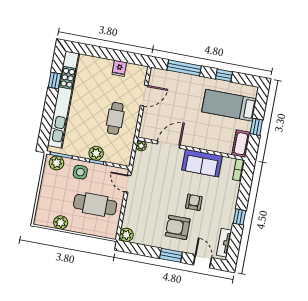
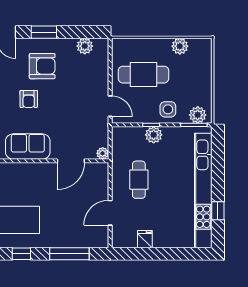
plant: (126, 235) -> (85, 46), moved

